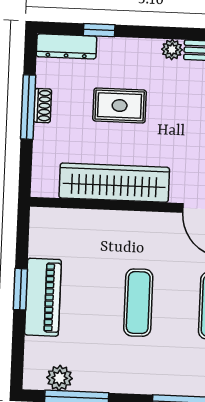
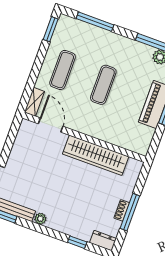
dresser: (66, 46) -> (103, 241), width x0.70
rug: (120, 106) -> (79, 197), removed

